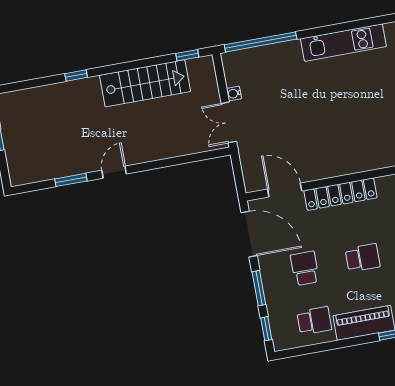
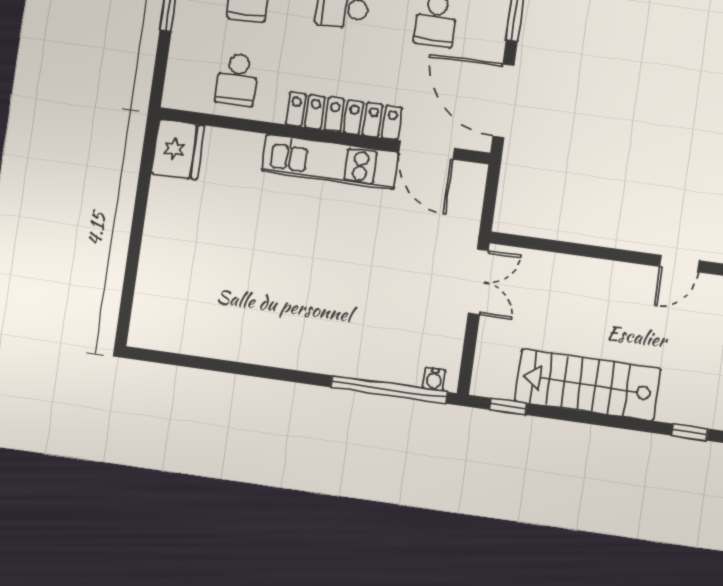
kitchen unit: (343, 43) -> (330, 162), moved, turned 180
water cooler: (234, 94) -> (434, 379), moved, turned 90

